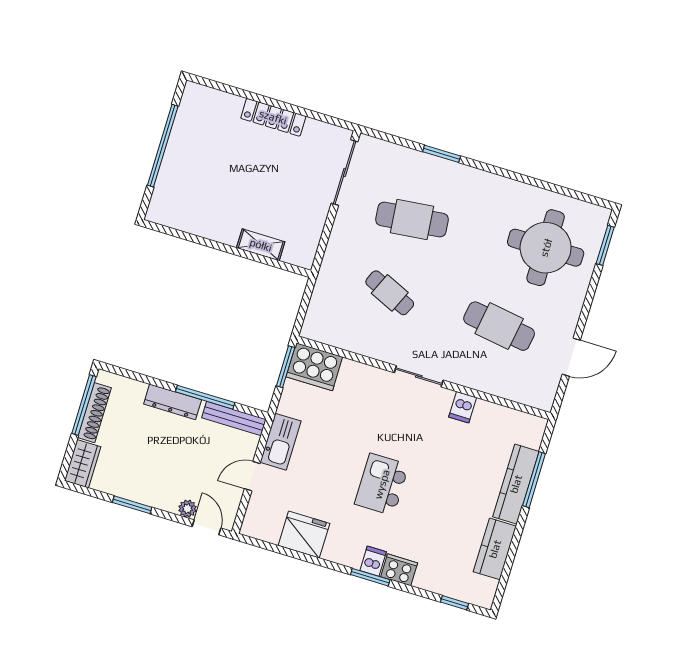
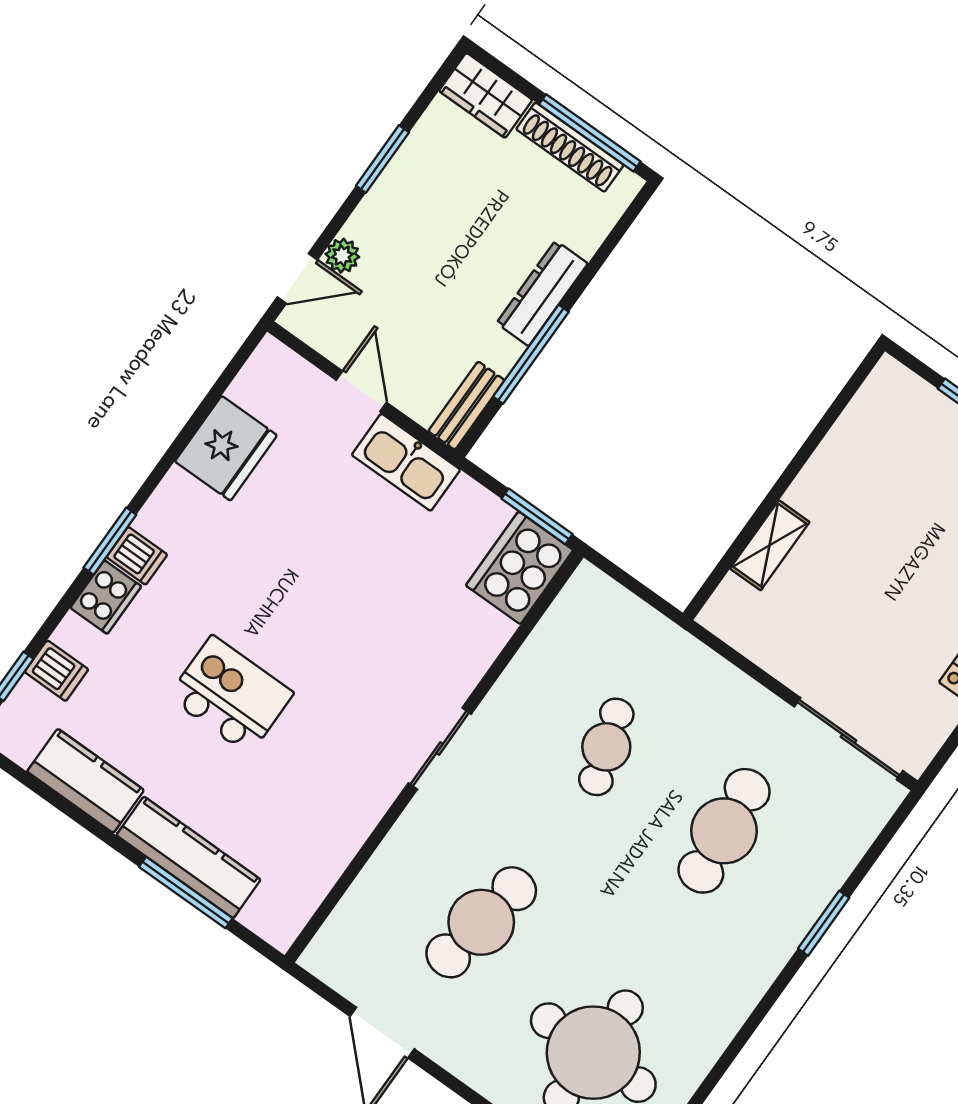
cafe table: (390, 293) -> (606, 747), turned -42
dishwasher: (463, 407) -> (56, 671), moved, turned 180
bench: (234, 419) -> (466, 406), width x0.73
kitchen island: (382, 484) -> (231, 695), moved

